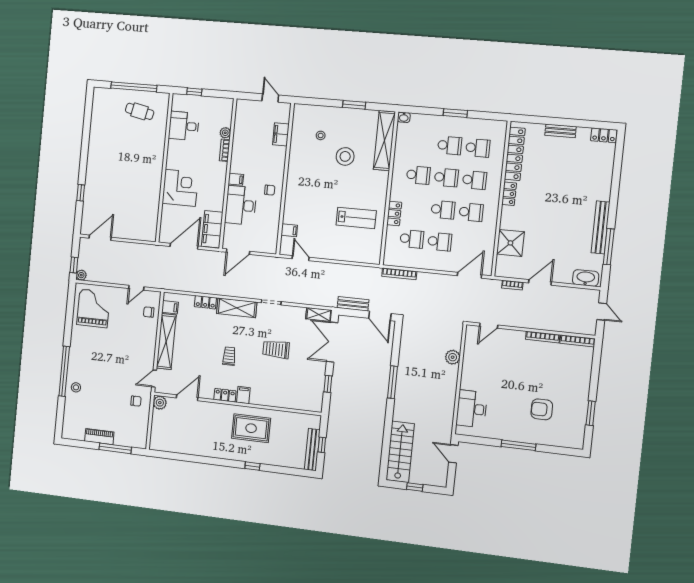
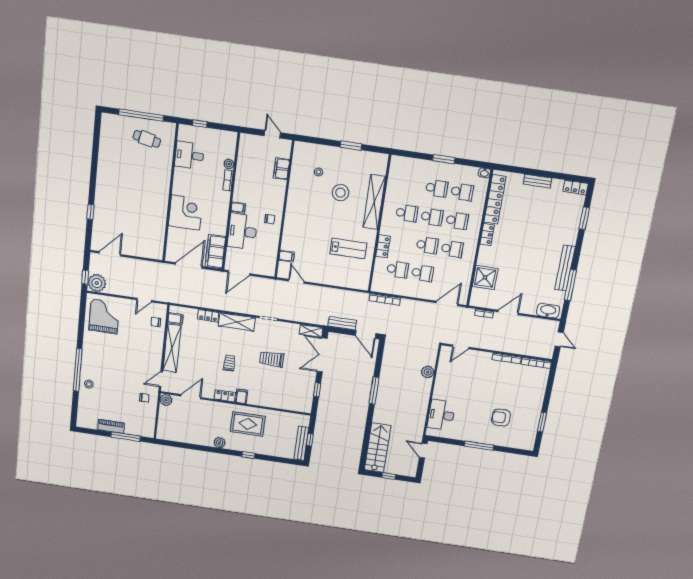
washbasin: (404, 117) -> (484, 173), moved
shelving: (384, 141) -> (374, 202), moved
window: (617, 169) -> (584, 218), added
plant: (81, 275) -> (97, 283), width x1.87, depth x1.87
plant: (220, 452) -> (220, 443), added

